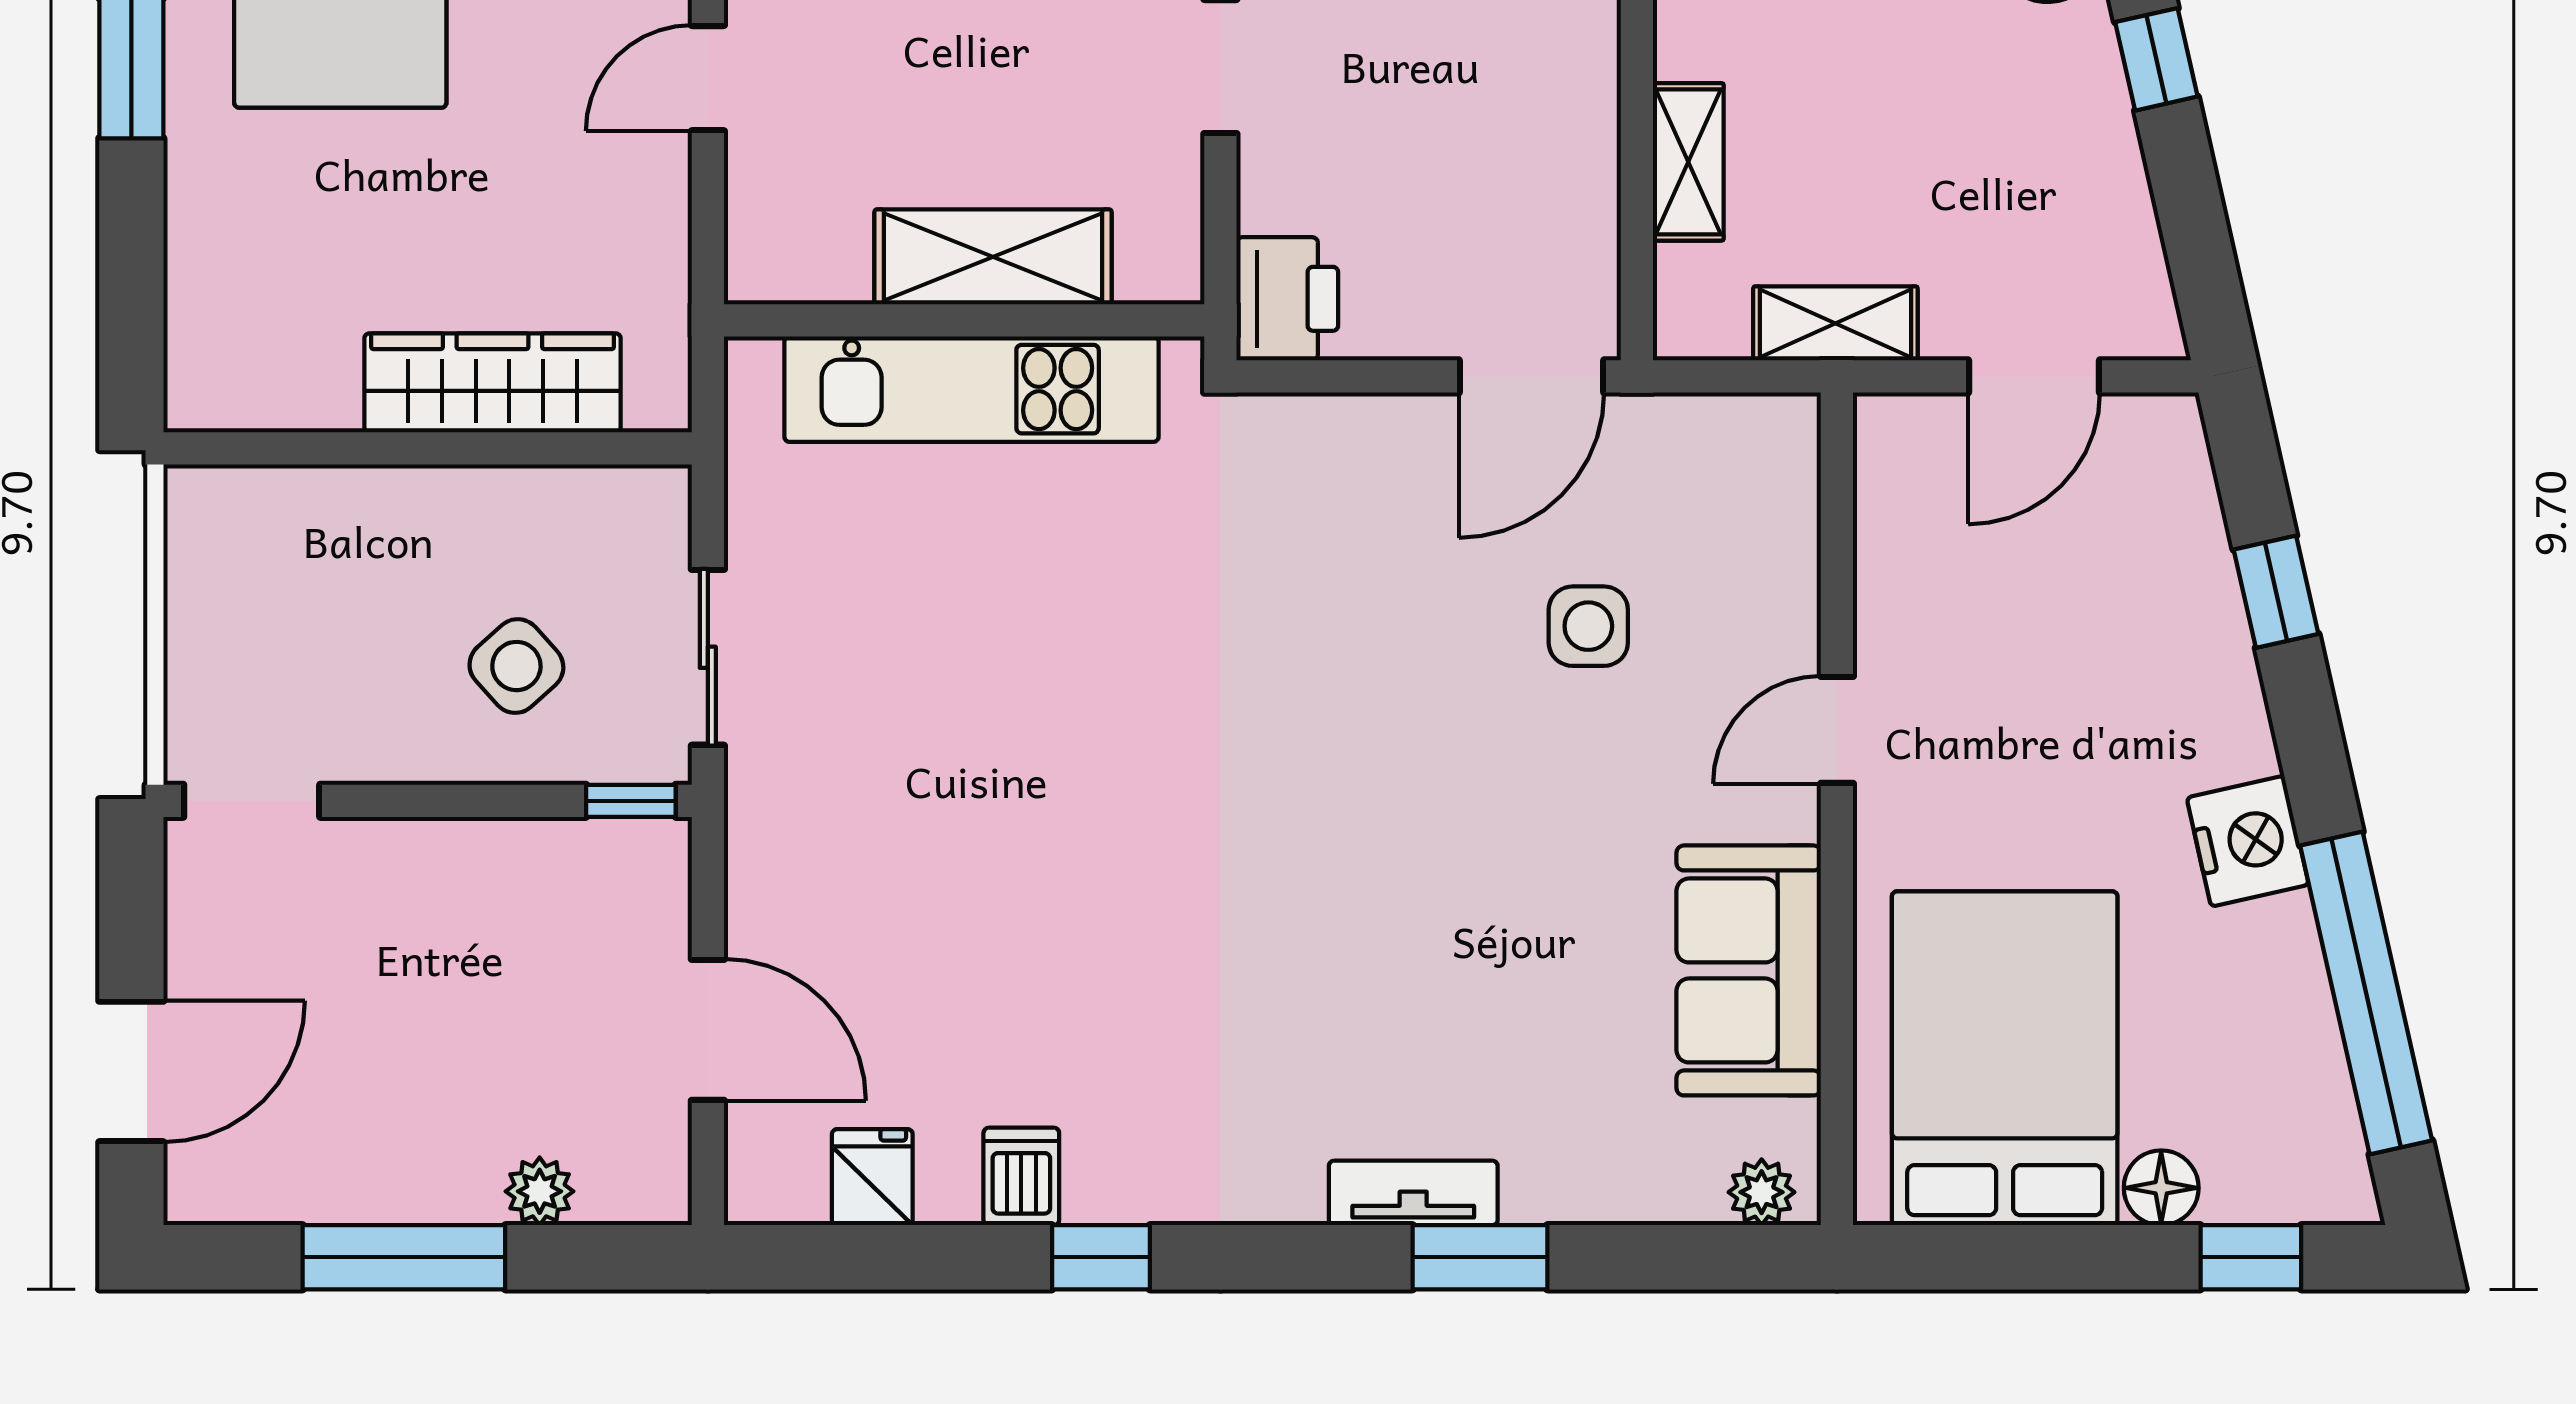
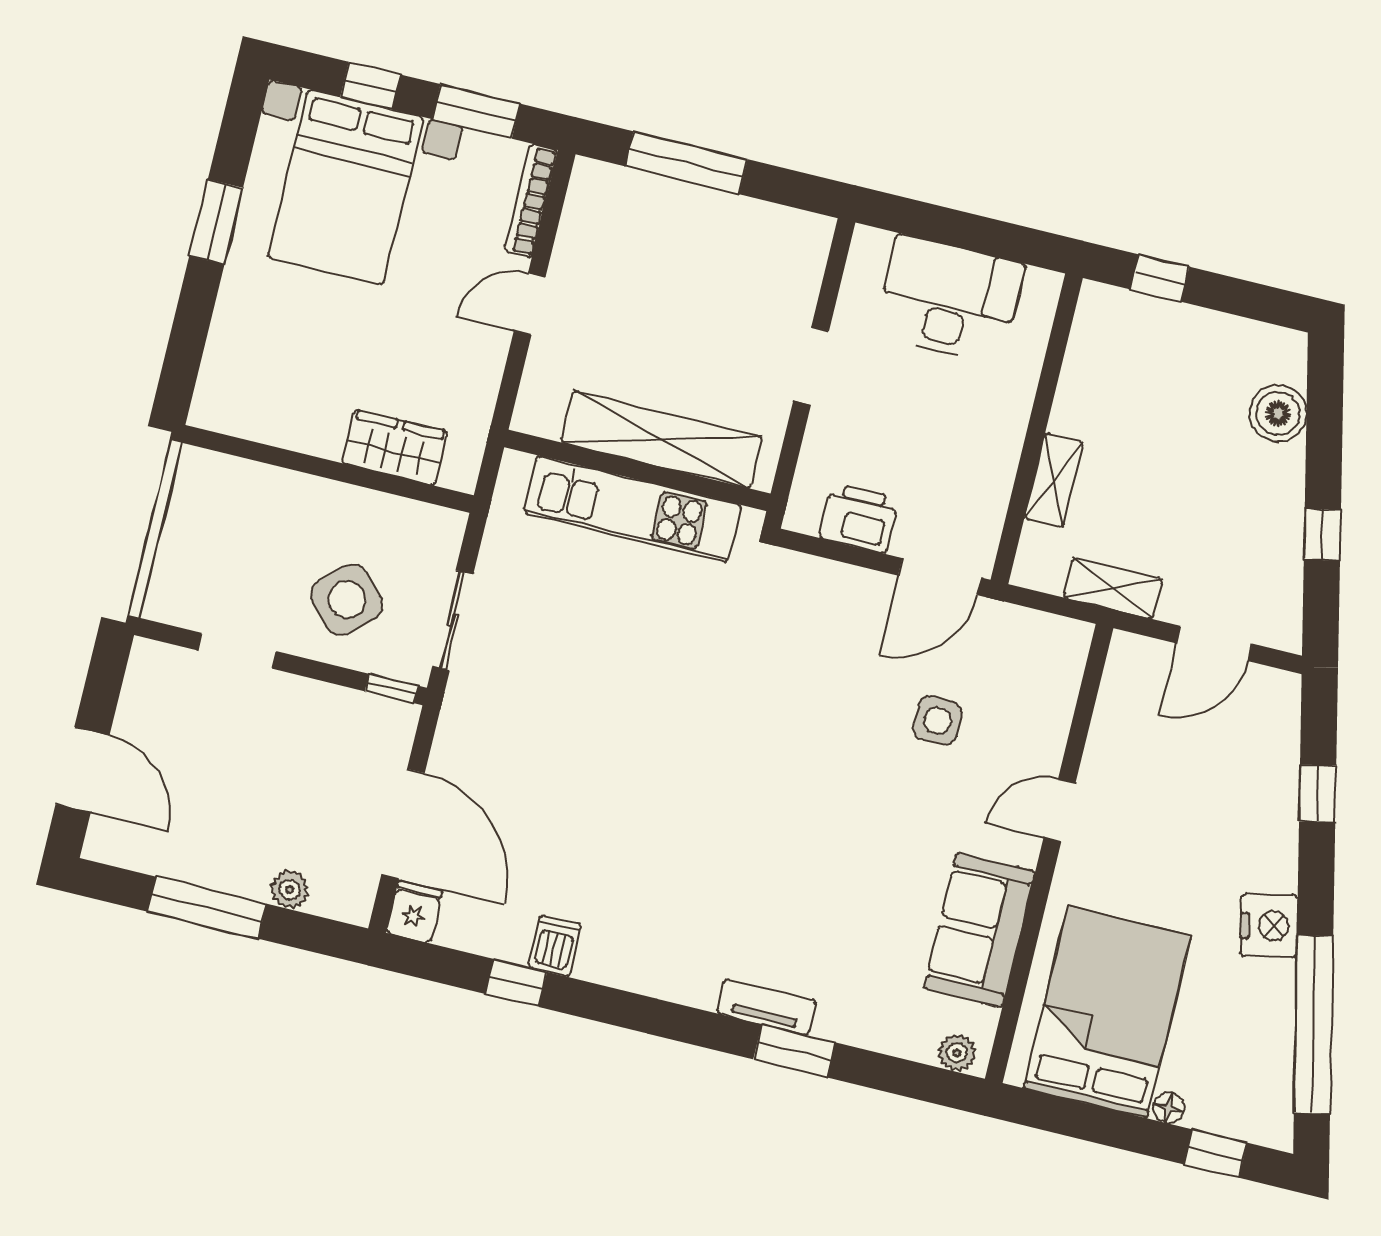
window: (2156, 59) -> (1322, 535), moved
shelving: (993, 257) -> (662, 440), width x1.47
printer: (1287, 299) -> (859, 518), moved, turned -90
wardrobe: (493, 383) -> (395, 448), width x0.67
side table: (516, 666) -> (347, 600), width x1.37, depth x1.37
doorway: (252, 801) -> (237, 651), moved
door: (708, 1030) -> (403, 824), width x1.36
door: (131, 1071) -> (83, 770), hinge flipped
fridge: (872, 1177) -> (414, 912), moved
floor lamp: (2161, 1188) -> (1169, 1108), width x0.73, depth x0.73
window: (1101, 1257) -> (516, 983), moved

